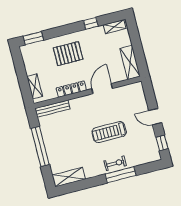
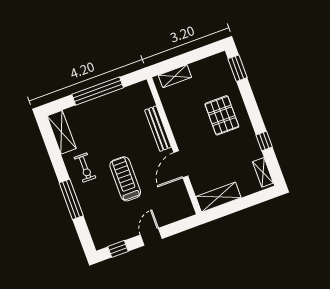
locker: (71, 89) -> (176, 124), removed
door: (102, 89) -> (181, 164), swing flipped
bench: (52, 109) -> (158, 129), moved
exercise bike: (115, 163) -> (85, 168), moved

